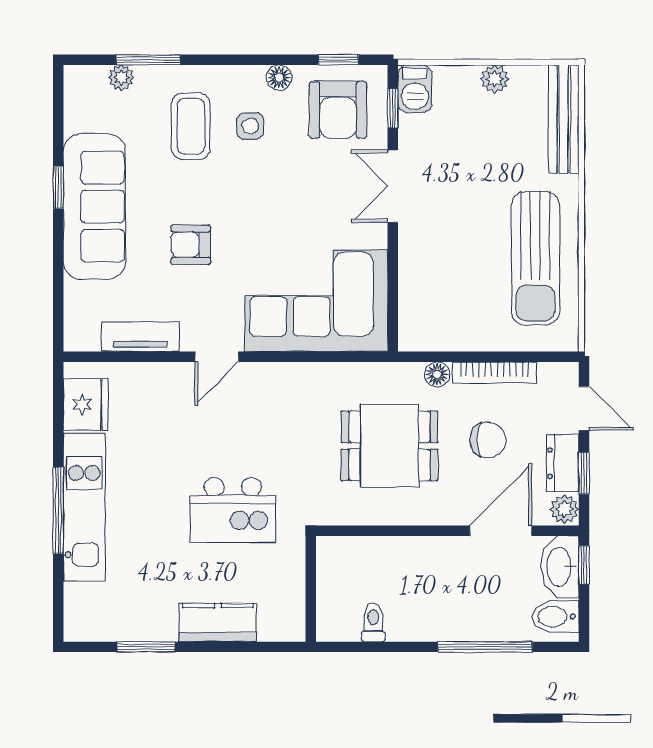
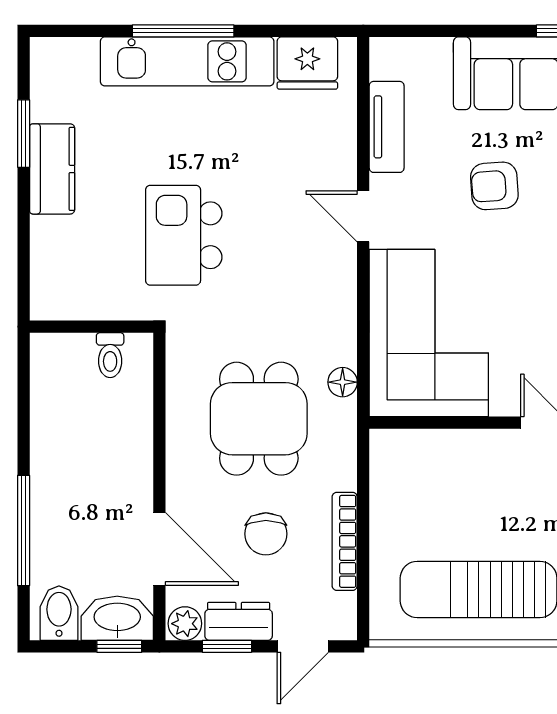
armchair: (191, 245) -> (494, 186), turned -94
floor lamp: (437, 374) -> (343, 382), moved
kitchen counter: (218, 622) -> (52, 169), moved
toilet: (373, 623) -> (110, 355), moved, turned 90

